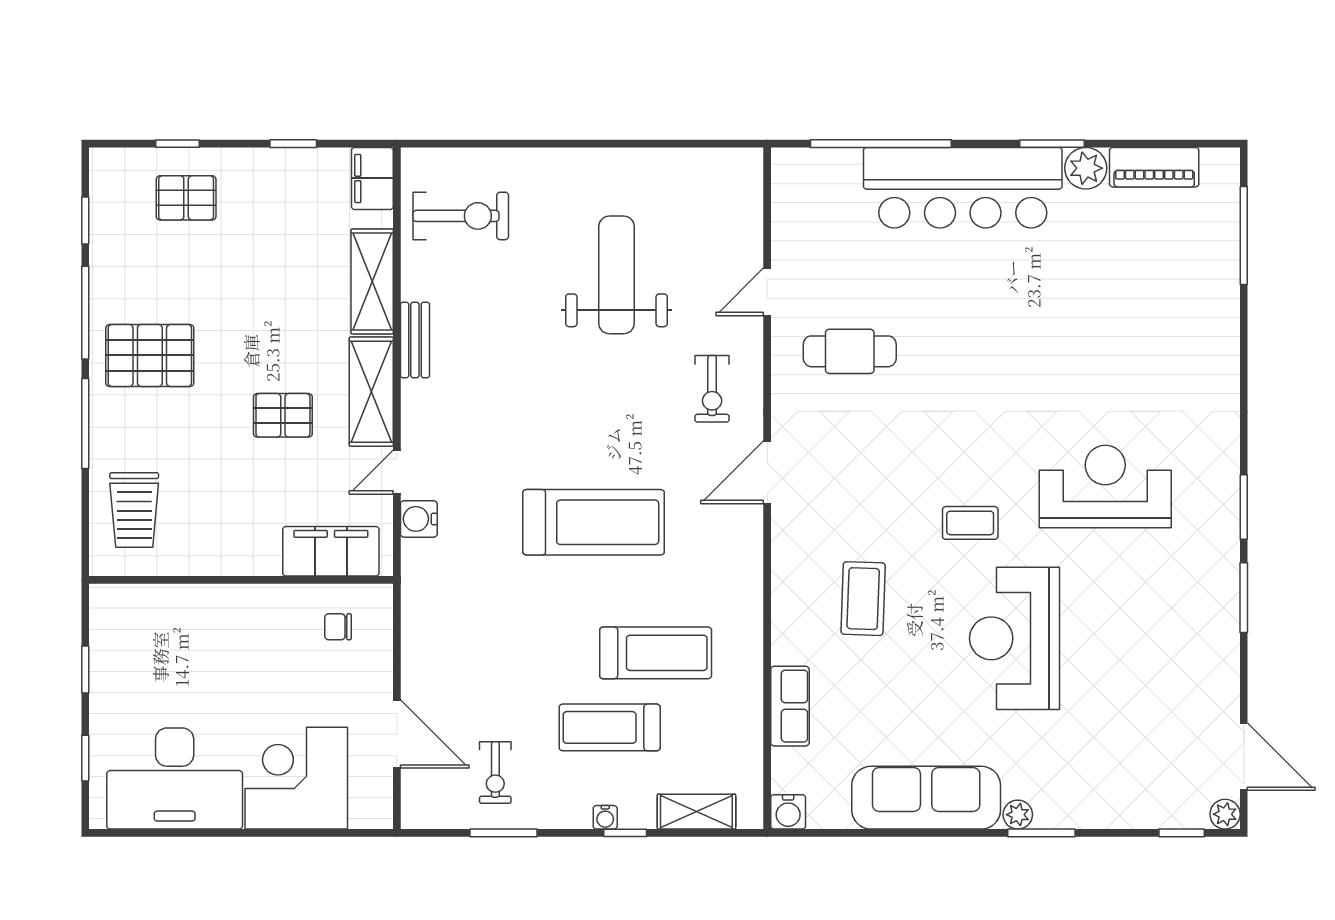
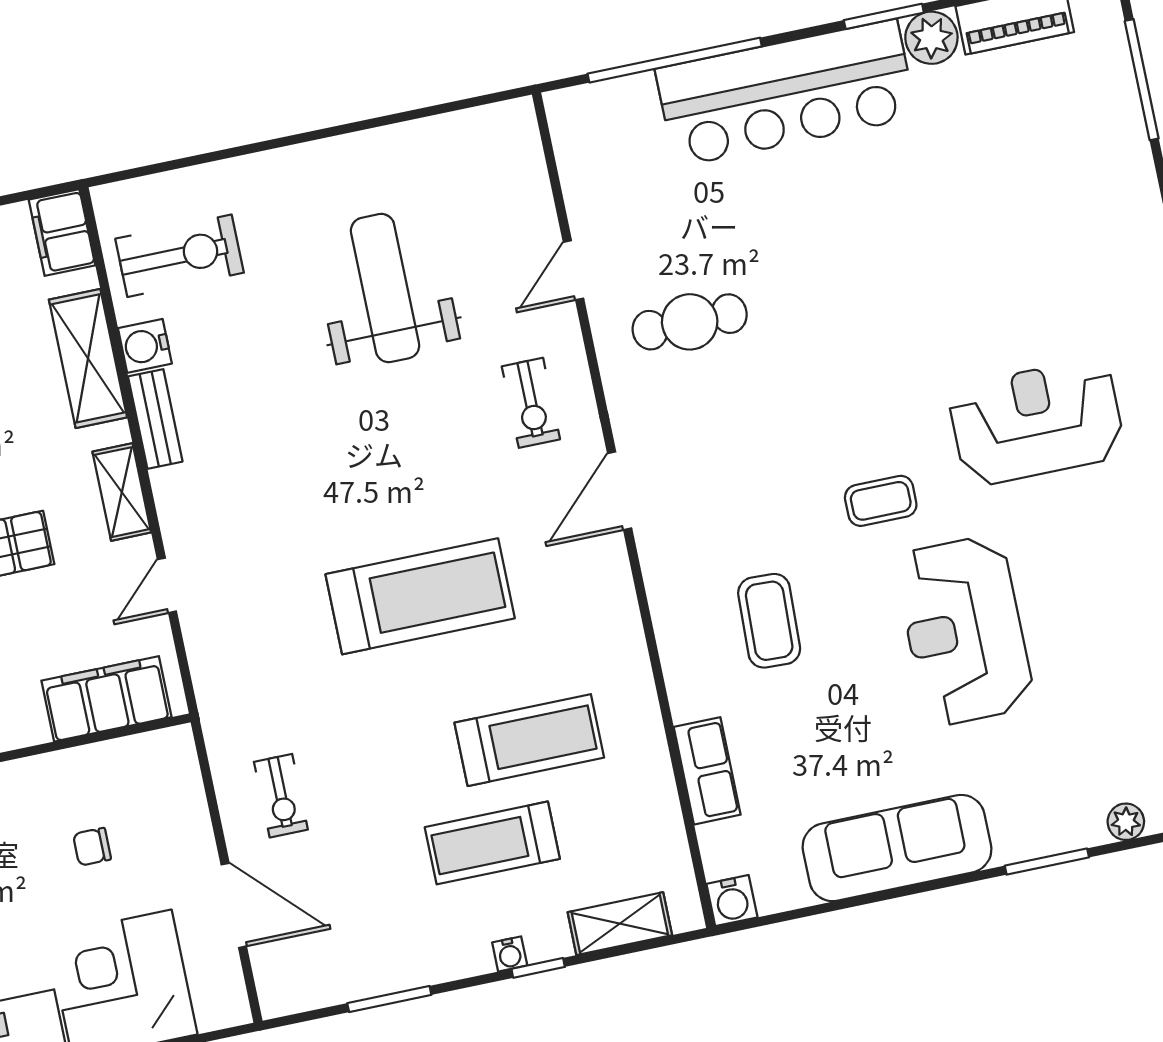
shelving: (371, 392) -> (122, 492), width x0.67, depth x0.75
water cooler: (419, 519) -> (145, 346), moved
chair: (338, 627) -> (92, 847), moved
exercise bike: (495, 773) -> (281, 796), moved
plant: (1018, 815) -> (1126, 822), moved

